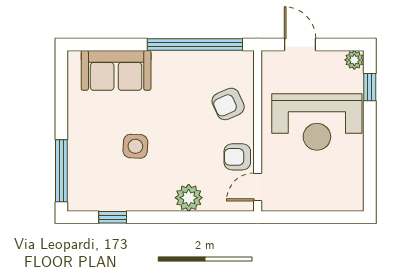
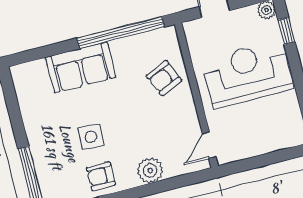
sofa: (116, 70) -> (81, 67), moved
reception desk: (317, 122) -> (247, 74), turned 180
armchair: (237, 157) -> (101, 176), moved

